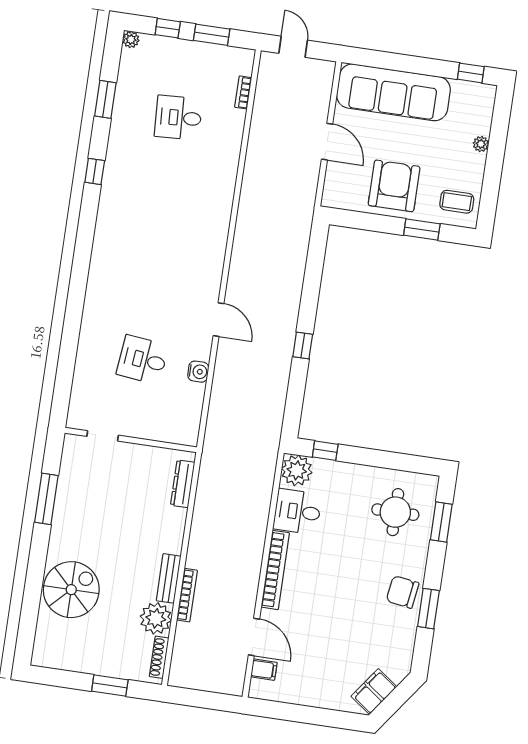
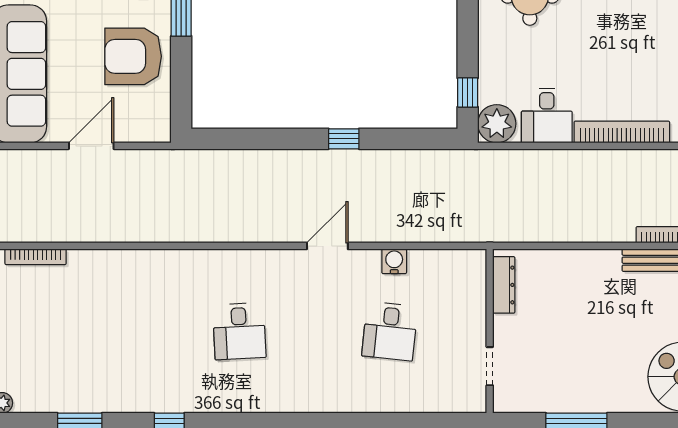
bookcase: (243, 92) -> (36, 257), width x1.56
desk: (178, 118) -> (239, 331), moved
dresser: (183, 484) -> (504, 285), moved, turned -90

